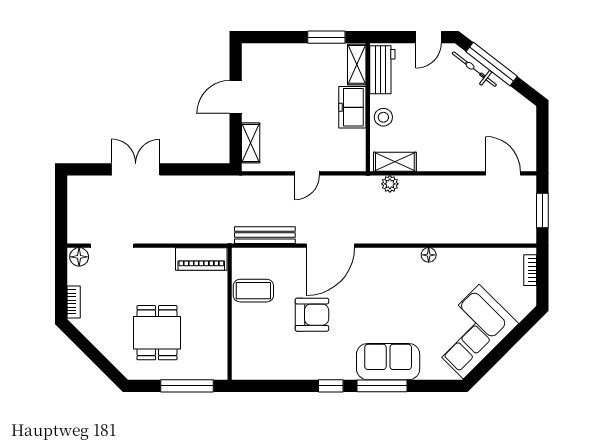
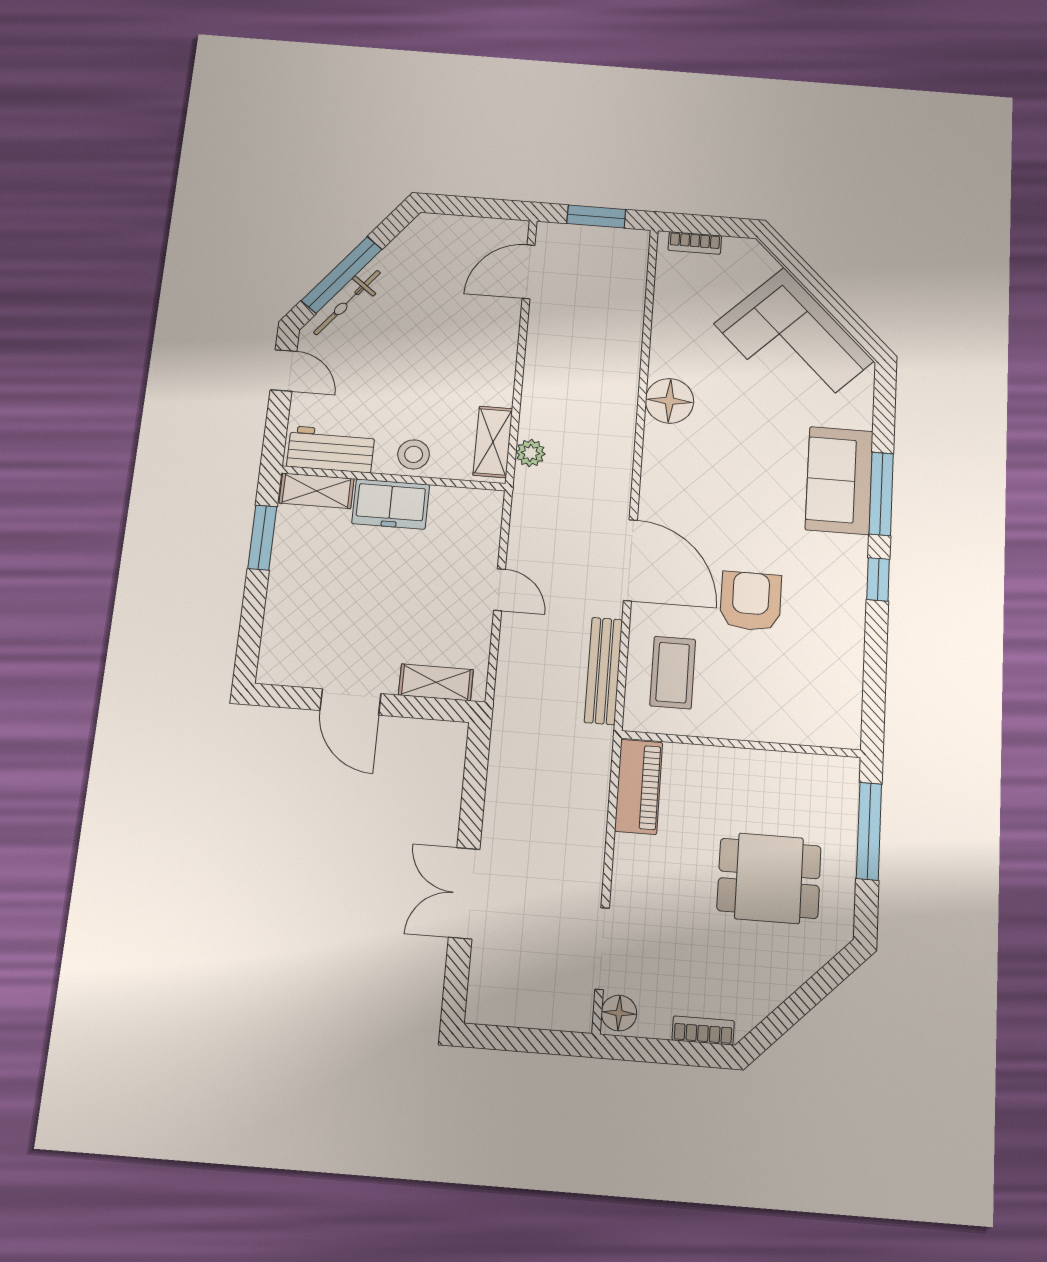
floor lamp: (429, 255) -> (669, 401), width x1.89, depth x1.89
coffee table: (253, 291) -> (673, 673), moved

